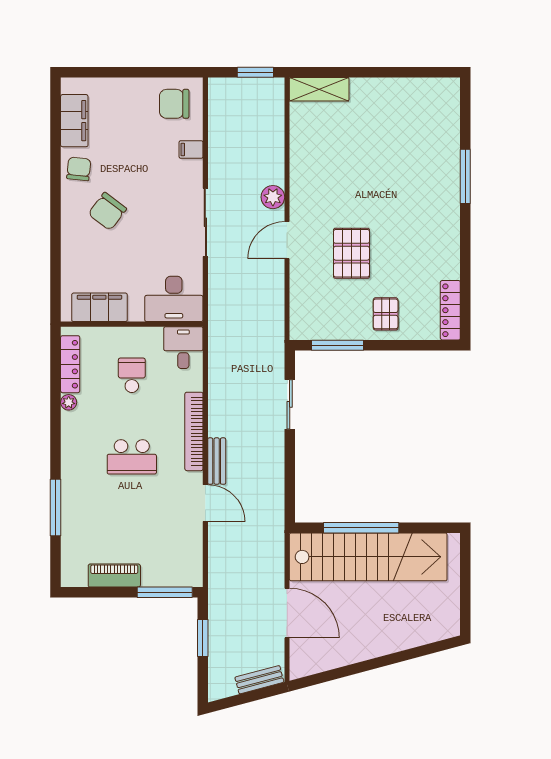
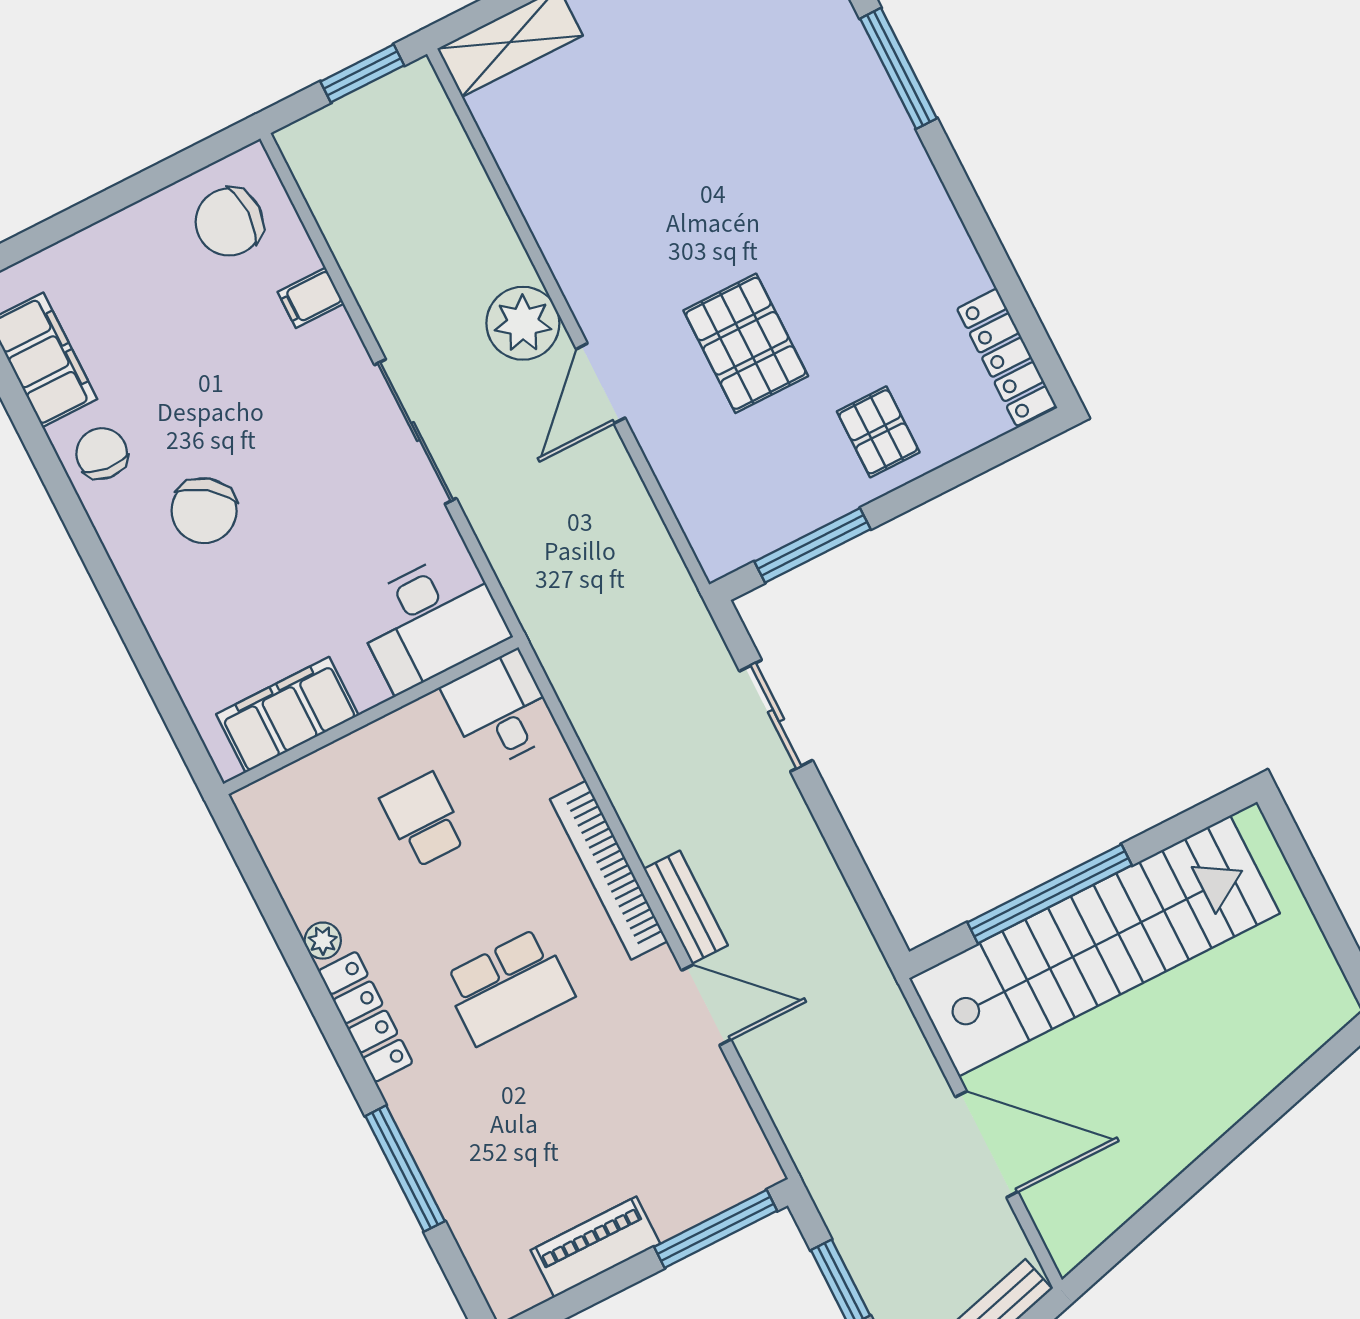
plant: (273, 197) -> (523, 323), width x1.36, depth x1.36
locker: (70, 364) -> (365, 1017), moved

